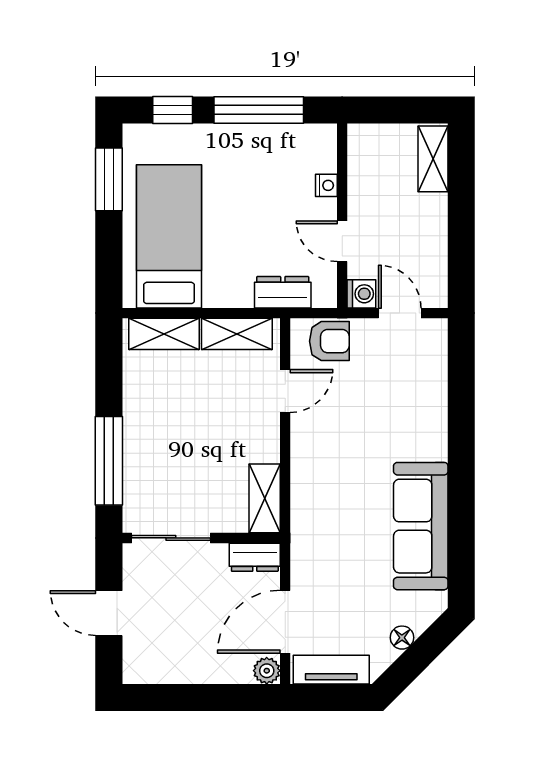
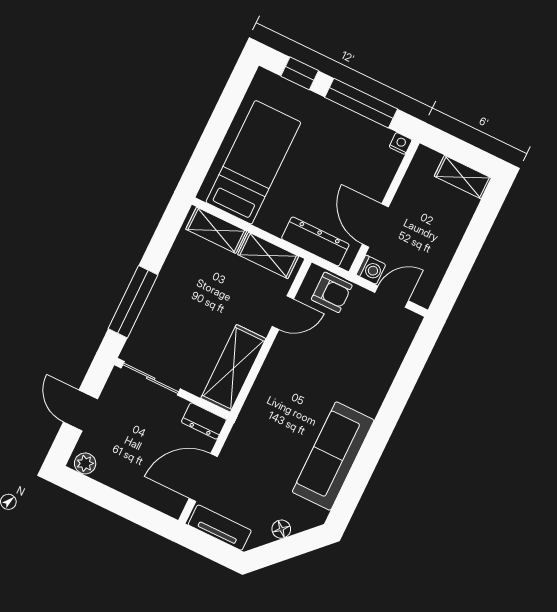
shelving: (433, 159) -> (463, 177), moved, turned 90
window: (109, 179) -> (230, 101), removed
nightstand: (326, 185) -> (401, 143), moved, turned -90
door: (342, 241) -> (375, 226), width x1.37
dresser: (283, 292) -> (315, 241), width x1.44
door: (400, 313) -> (392, 297), hinge flipped
shelving: (265, 498) -> (233, 368), width x1.50, depth x1.33
plant: (267, 671) -> (85, 463), moved

